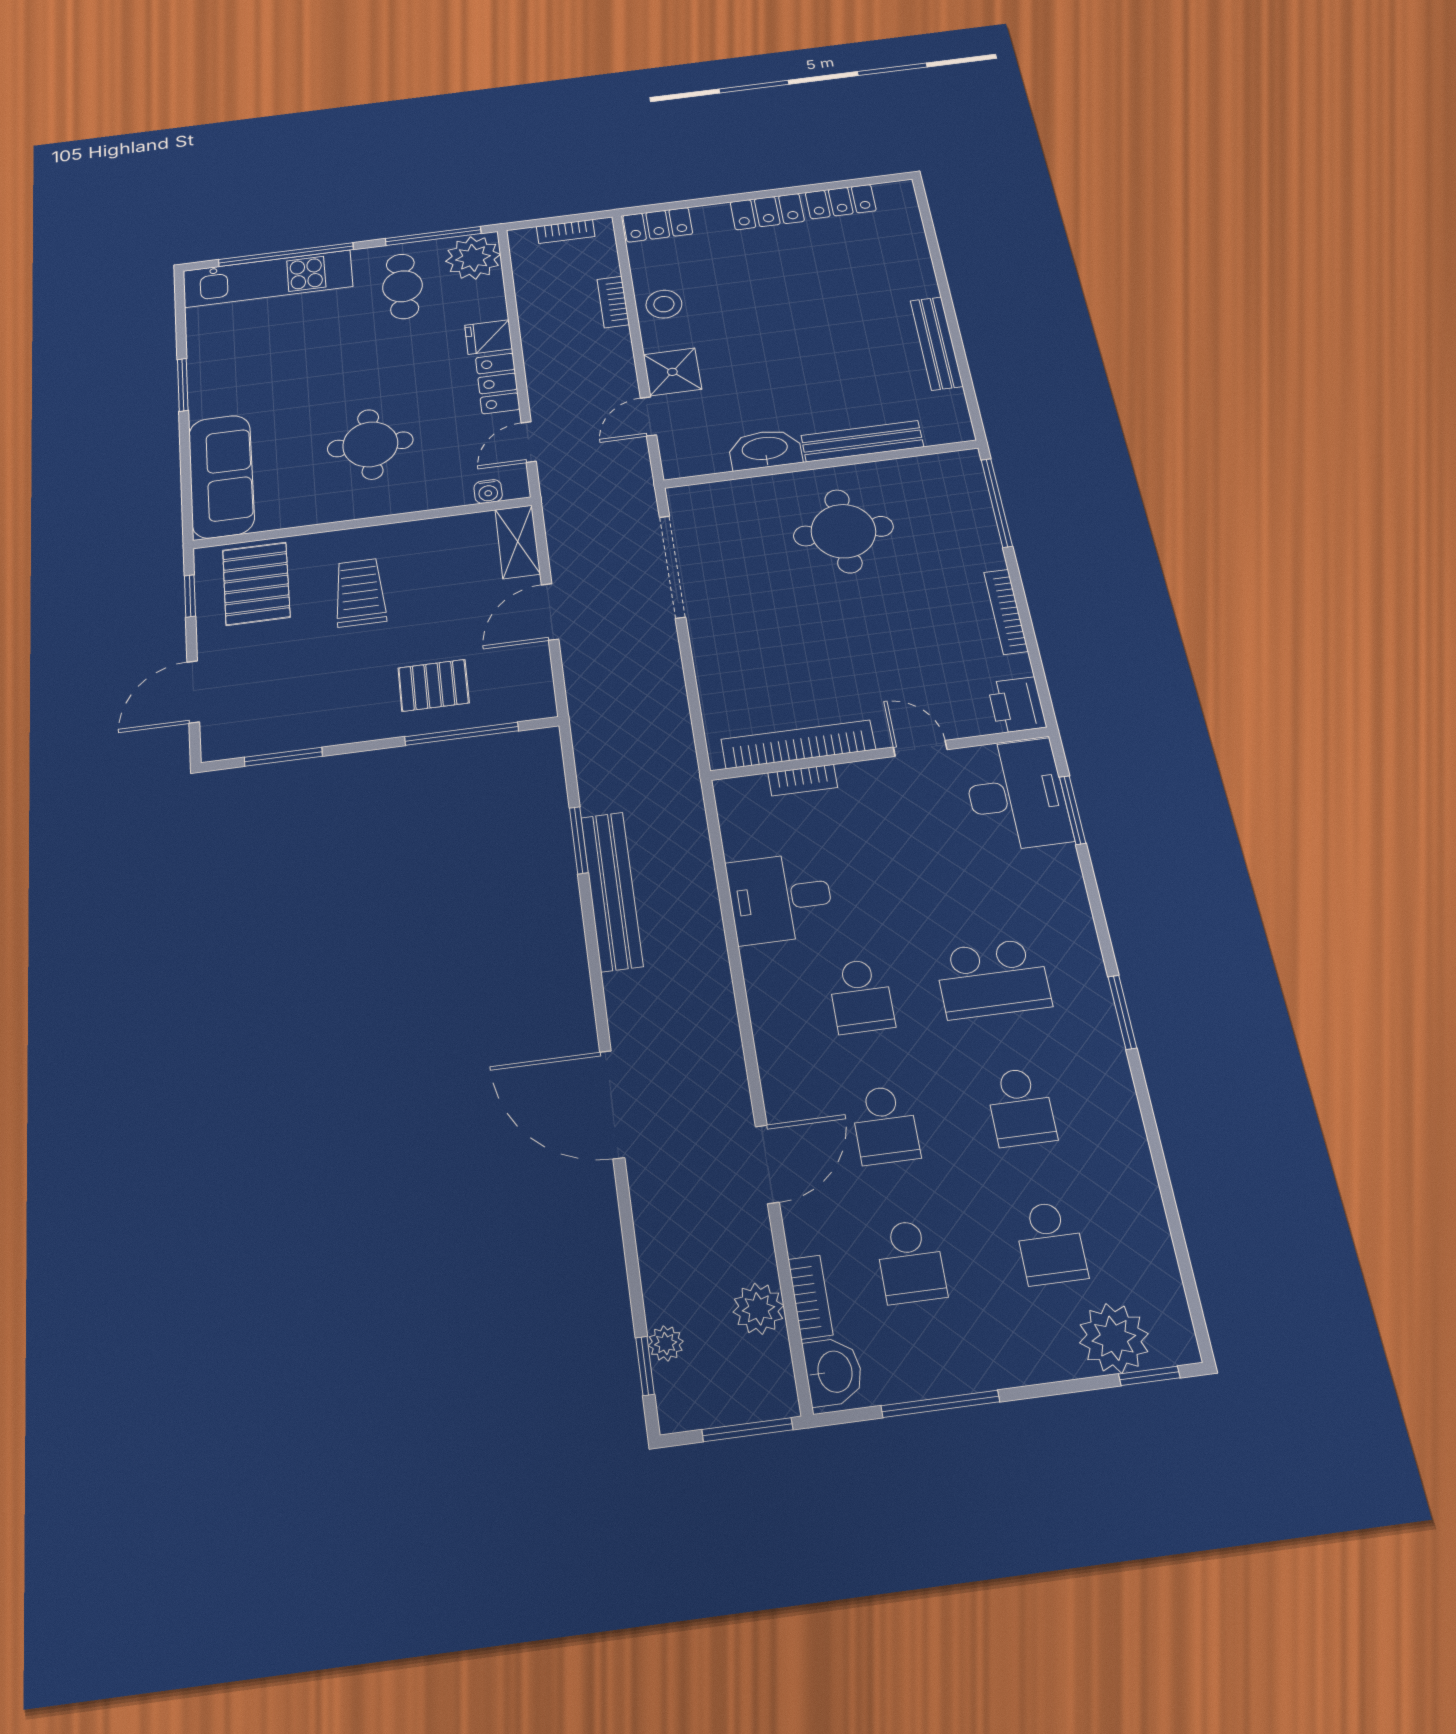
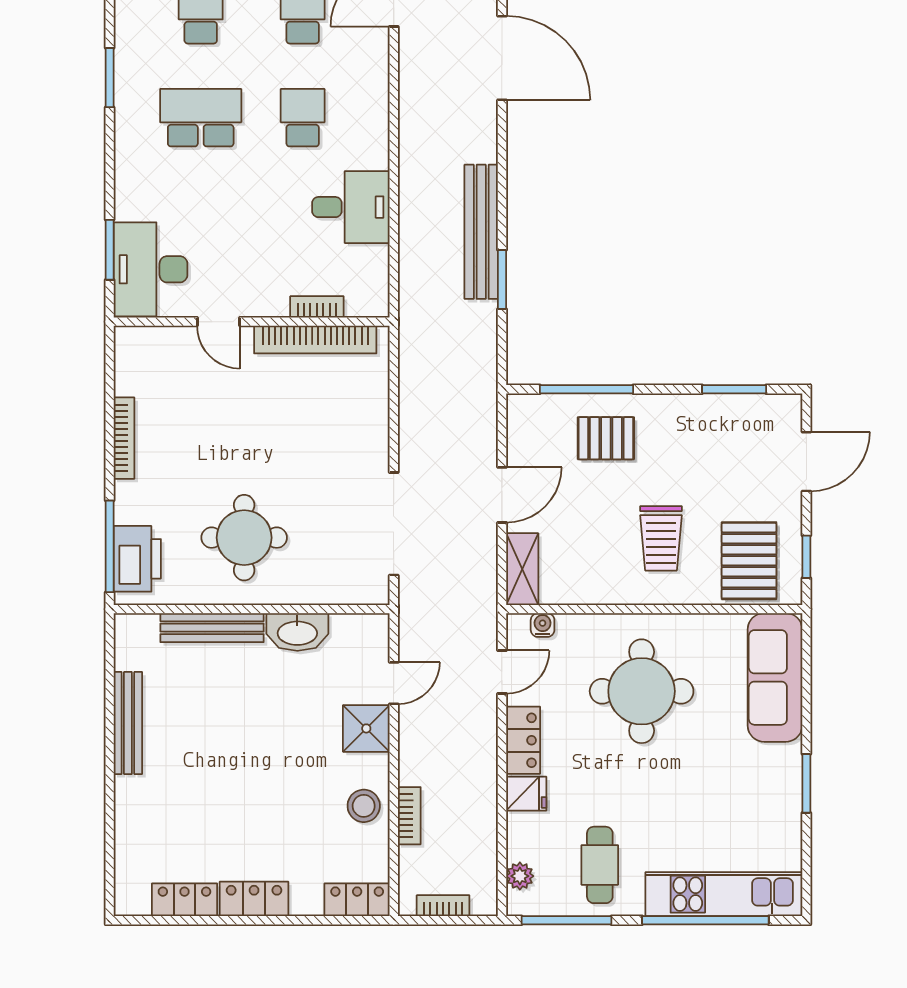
plant: (473, 258) -> (520, 876), width x0.53, depth x0.53
round table: (370, 444) -> (642, 691), width x1.36, depth x1.36
printer: (1017, 705) -> (137, 559), moved, width x1.37, depth x1.19

